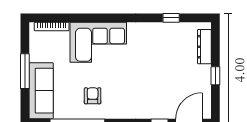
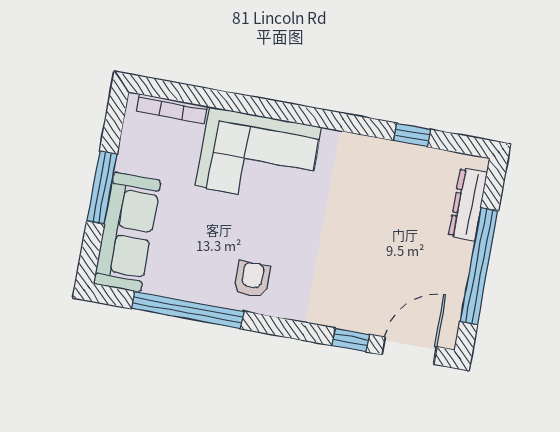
window: (215, 76) -> (479, 266), width x3.17
armchair: (93, 96) -> (252, 280), moved

